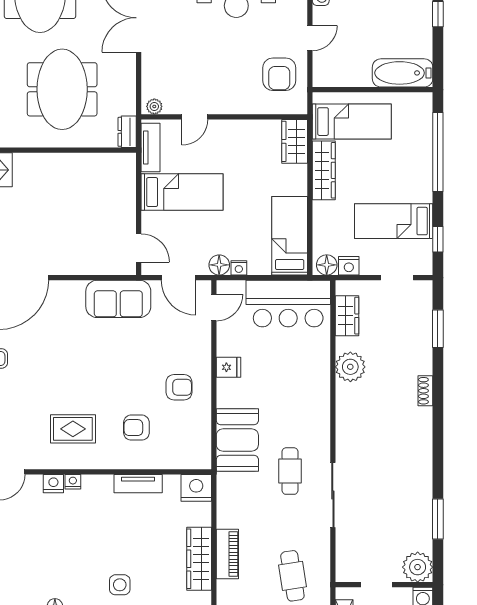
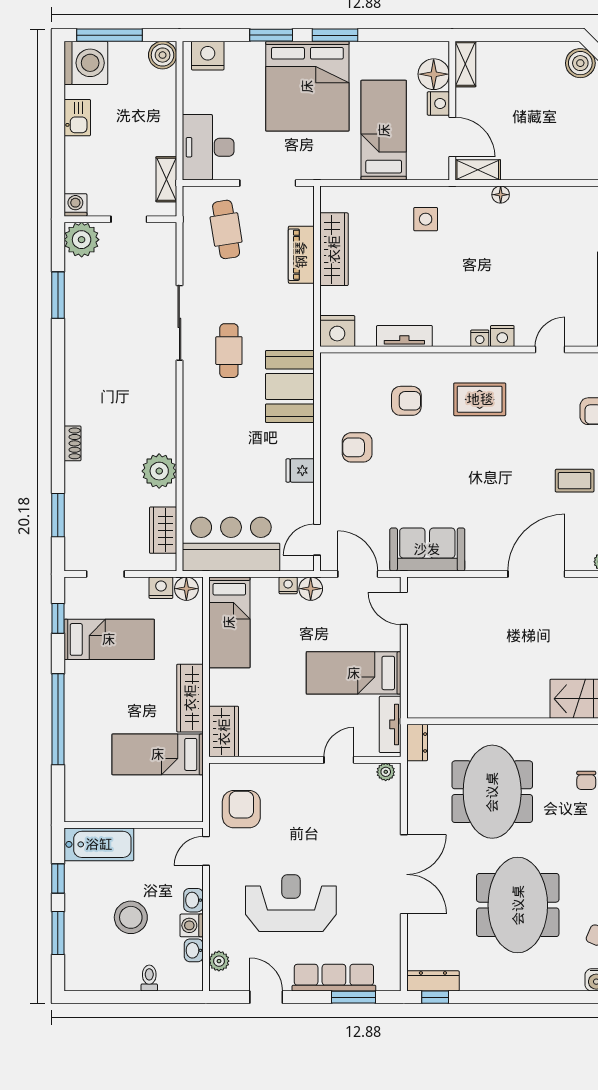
bathtub: (403, 73) -> (99, 844), moved
wall: (373, 90) -> (134, 825), moved

